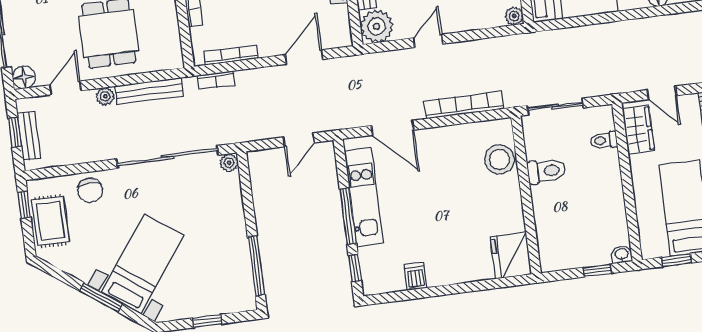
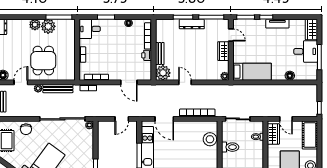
door: (428, 41) -> (185, 82), hinge flipped
door: (304, 57) -> (129, 82), swing flipped

